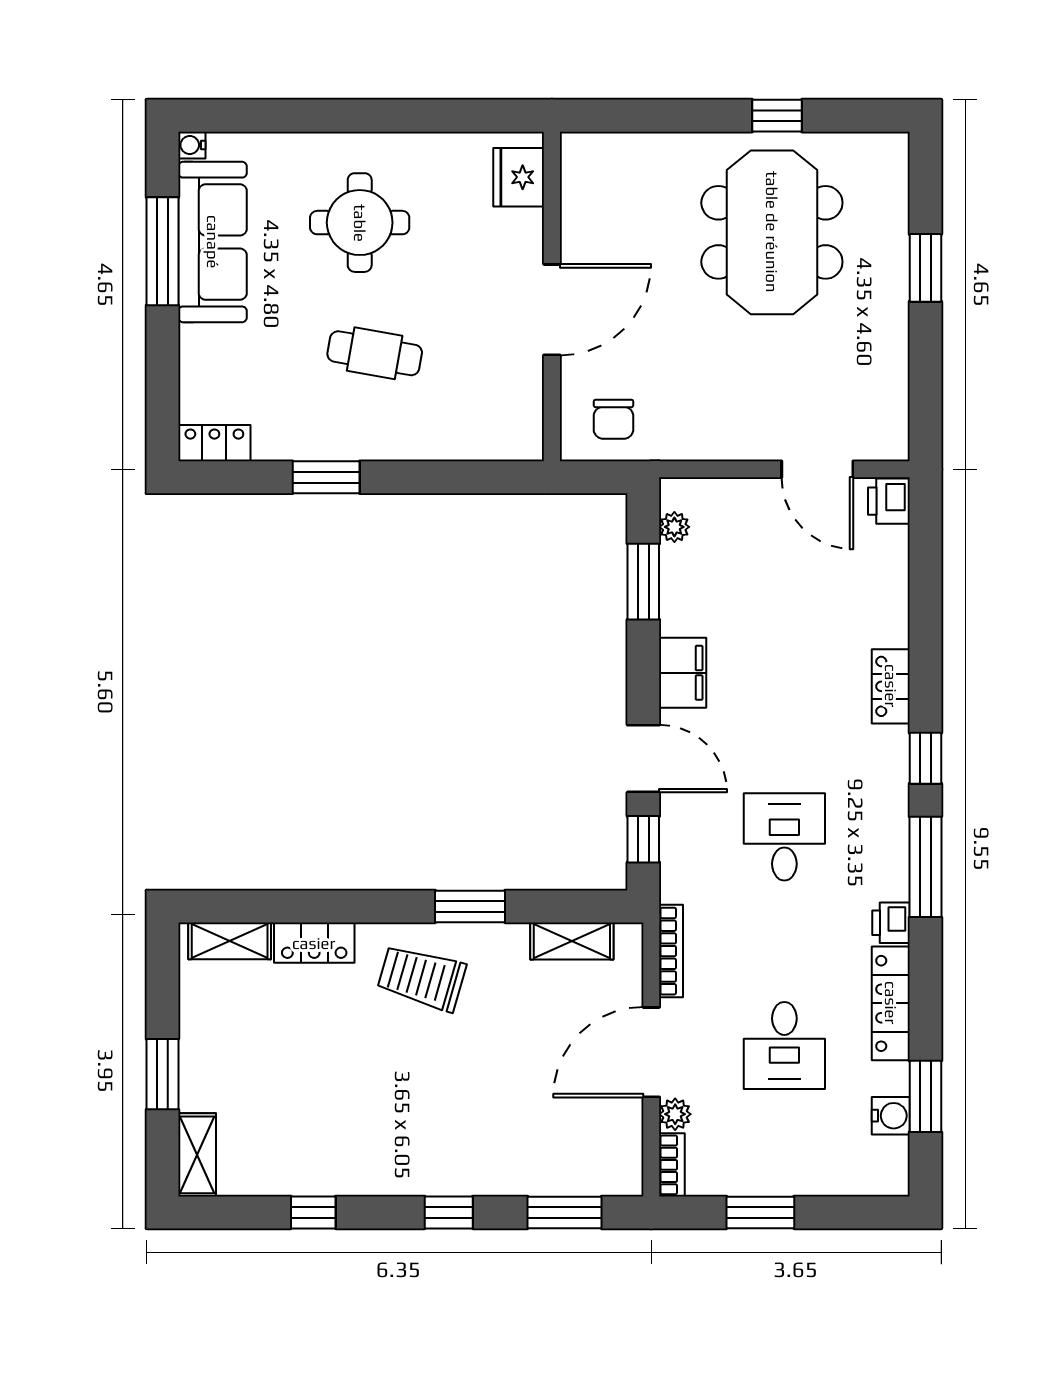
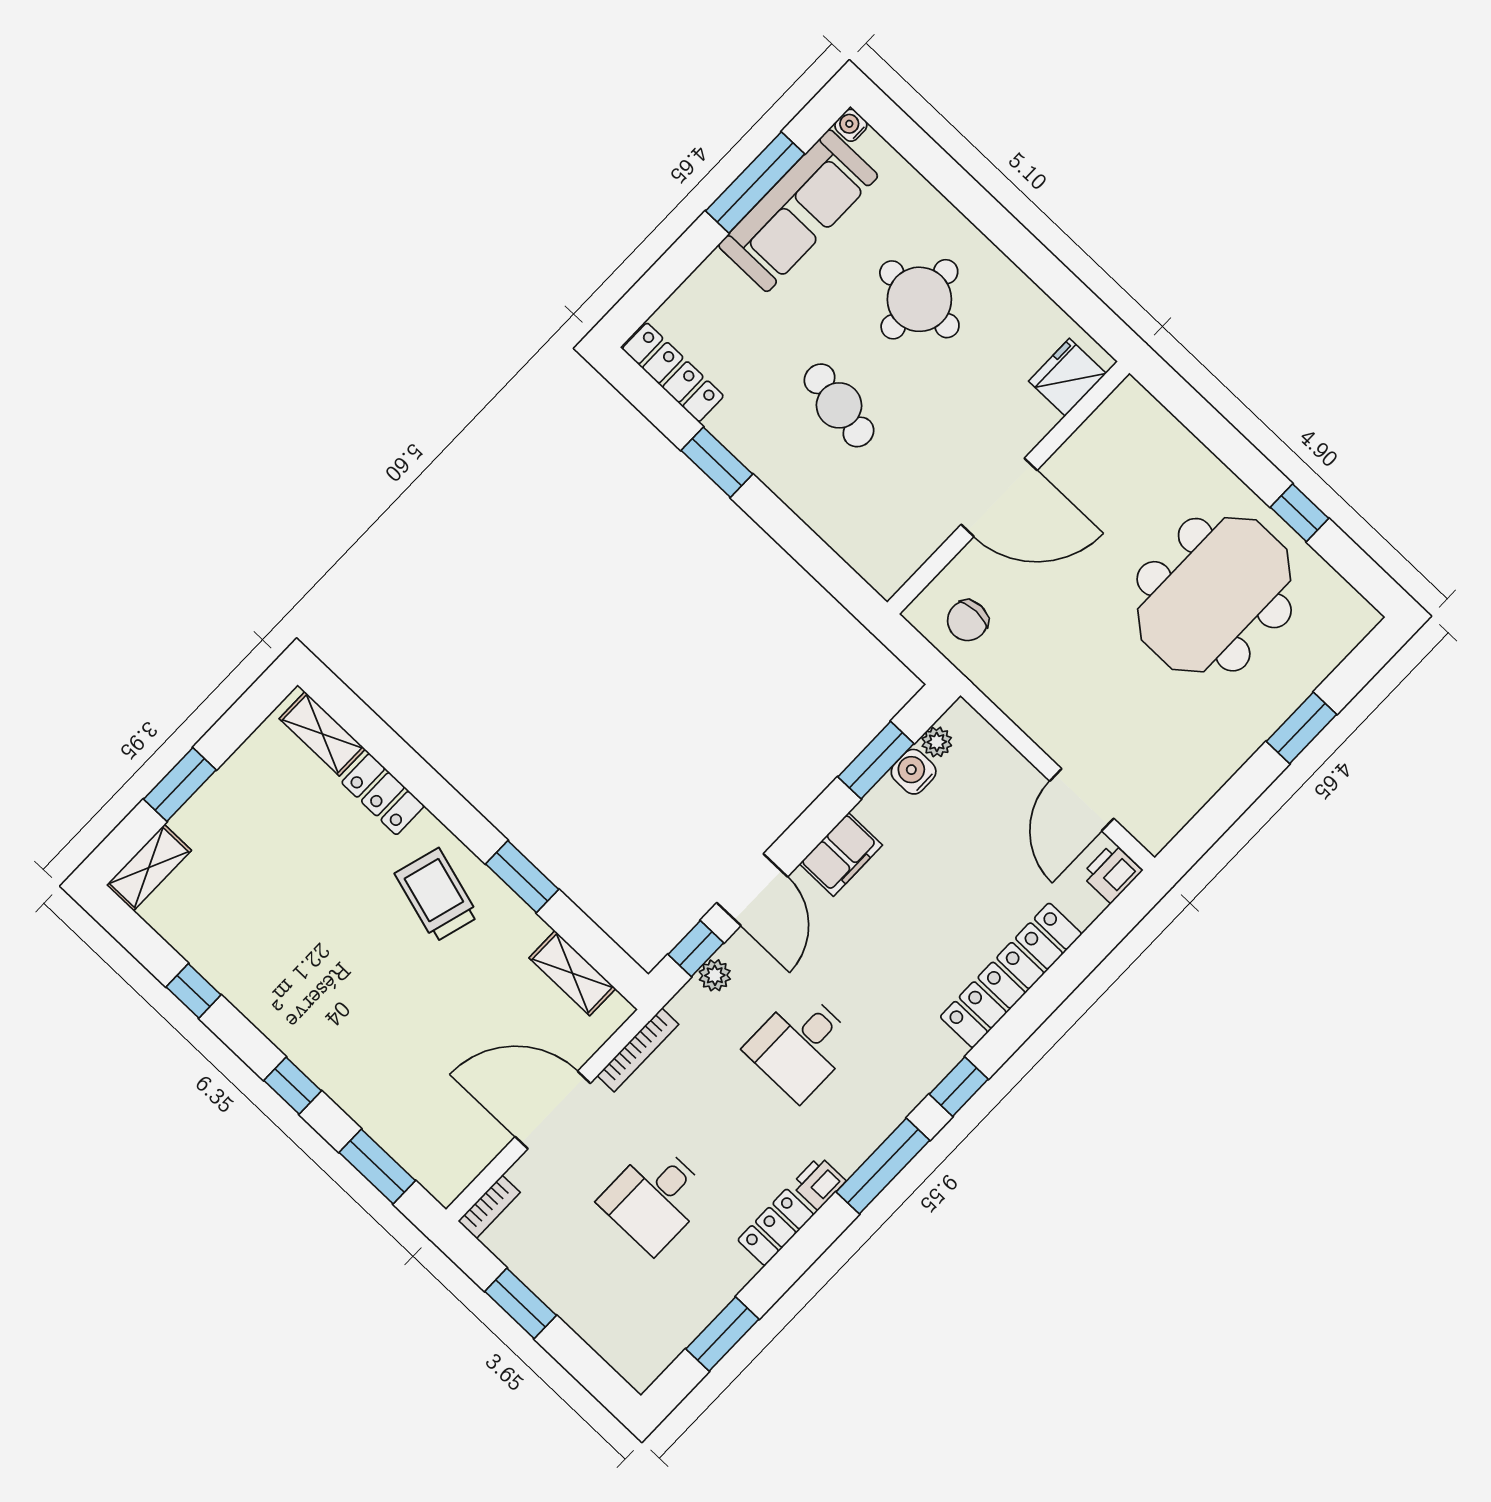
locker: (214, 443) -> (673, 372), width x1.53
locker: (891, 686) -> (1011, 975), width x2.16, depth x1.21
desk: (784, 837) -> (801, 1046), turned 180
locker: (891, 1003) -> (776, 1227), width x0.66
plant: (675, 1114) -> (715, 975), moved
water cooler: (891, 1116) -> (914, 772), moved, turned 180

